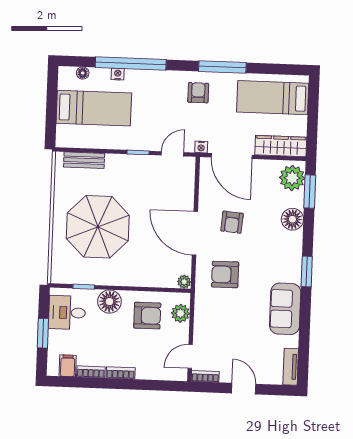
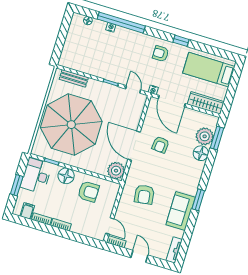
window: (222, 67) -> (181, 41), width x0.46
armchair: (198, 93) -> (161, 54), turned -90
bed: (94, 108) -> (89, 46), removed
door: (172, 154) -> (133, 89), hinge flipped
plant: (292, 178) -> (205, 136), moved
parasol: (98, 227) -> (71, 125), width x1.36, depth x1.36
window: (307, 271) -> (198, 200), moved
armchair: (225, 274) -> (144, 194), moved, turned -98
plant: (184, 282) -> (116, 171), width x1.87, depth x1.87
desk: (67, 313) -> (36, 176), width x1.37
plant: (180, 313) -> (111, 196), removed
door: (190, 356) -> (110, 226), swing flipped

